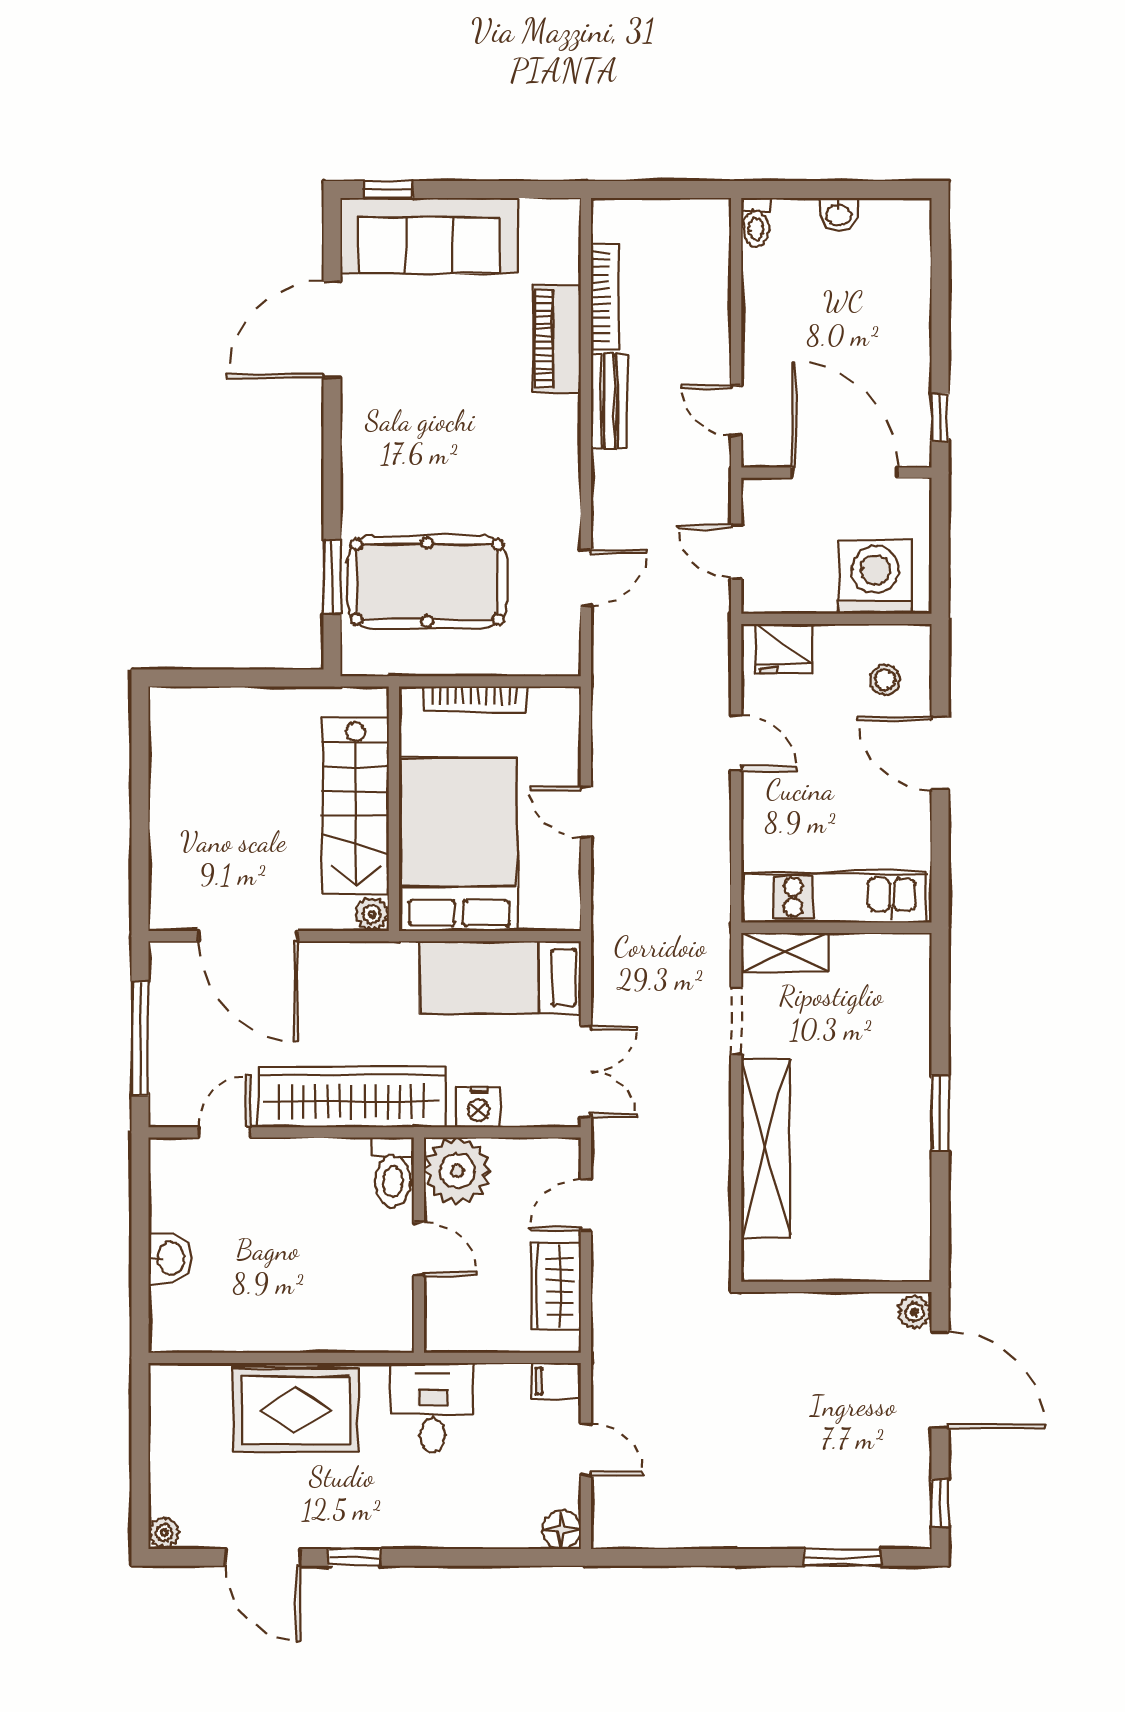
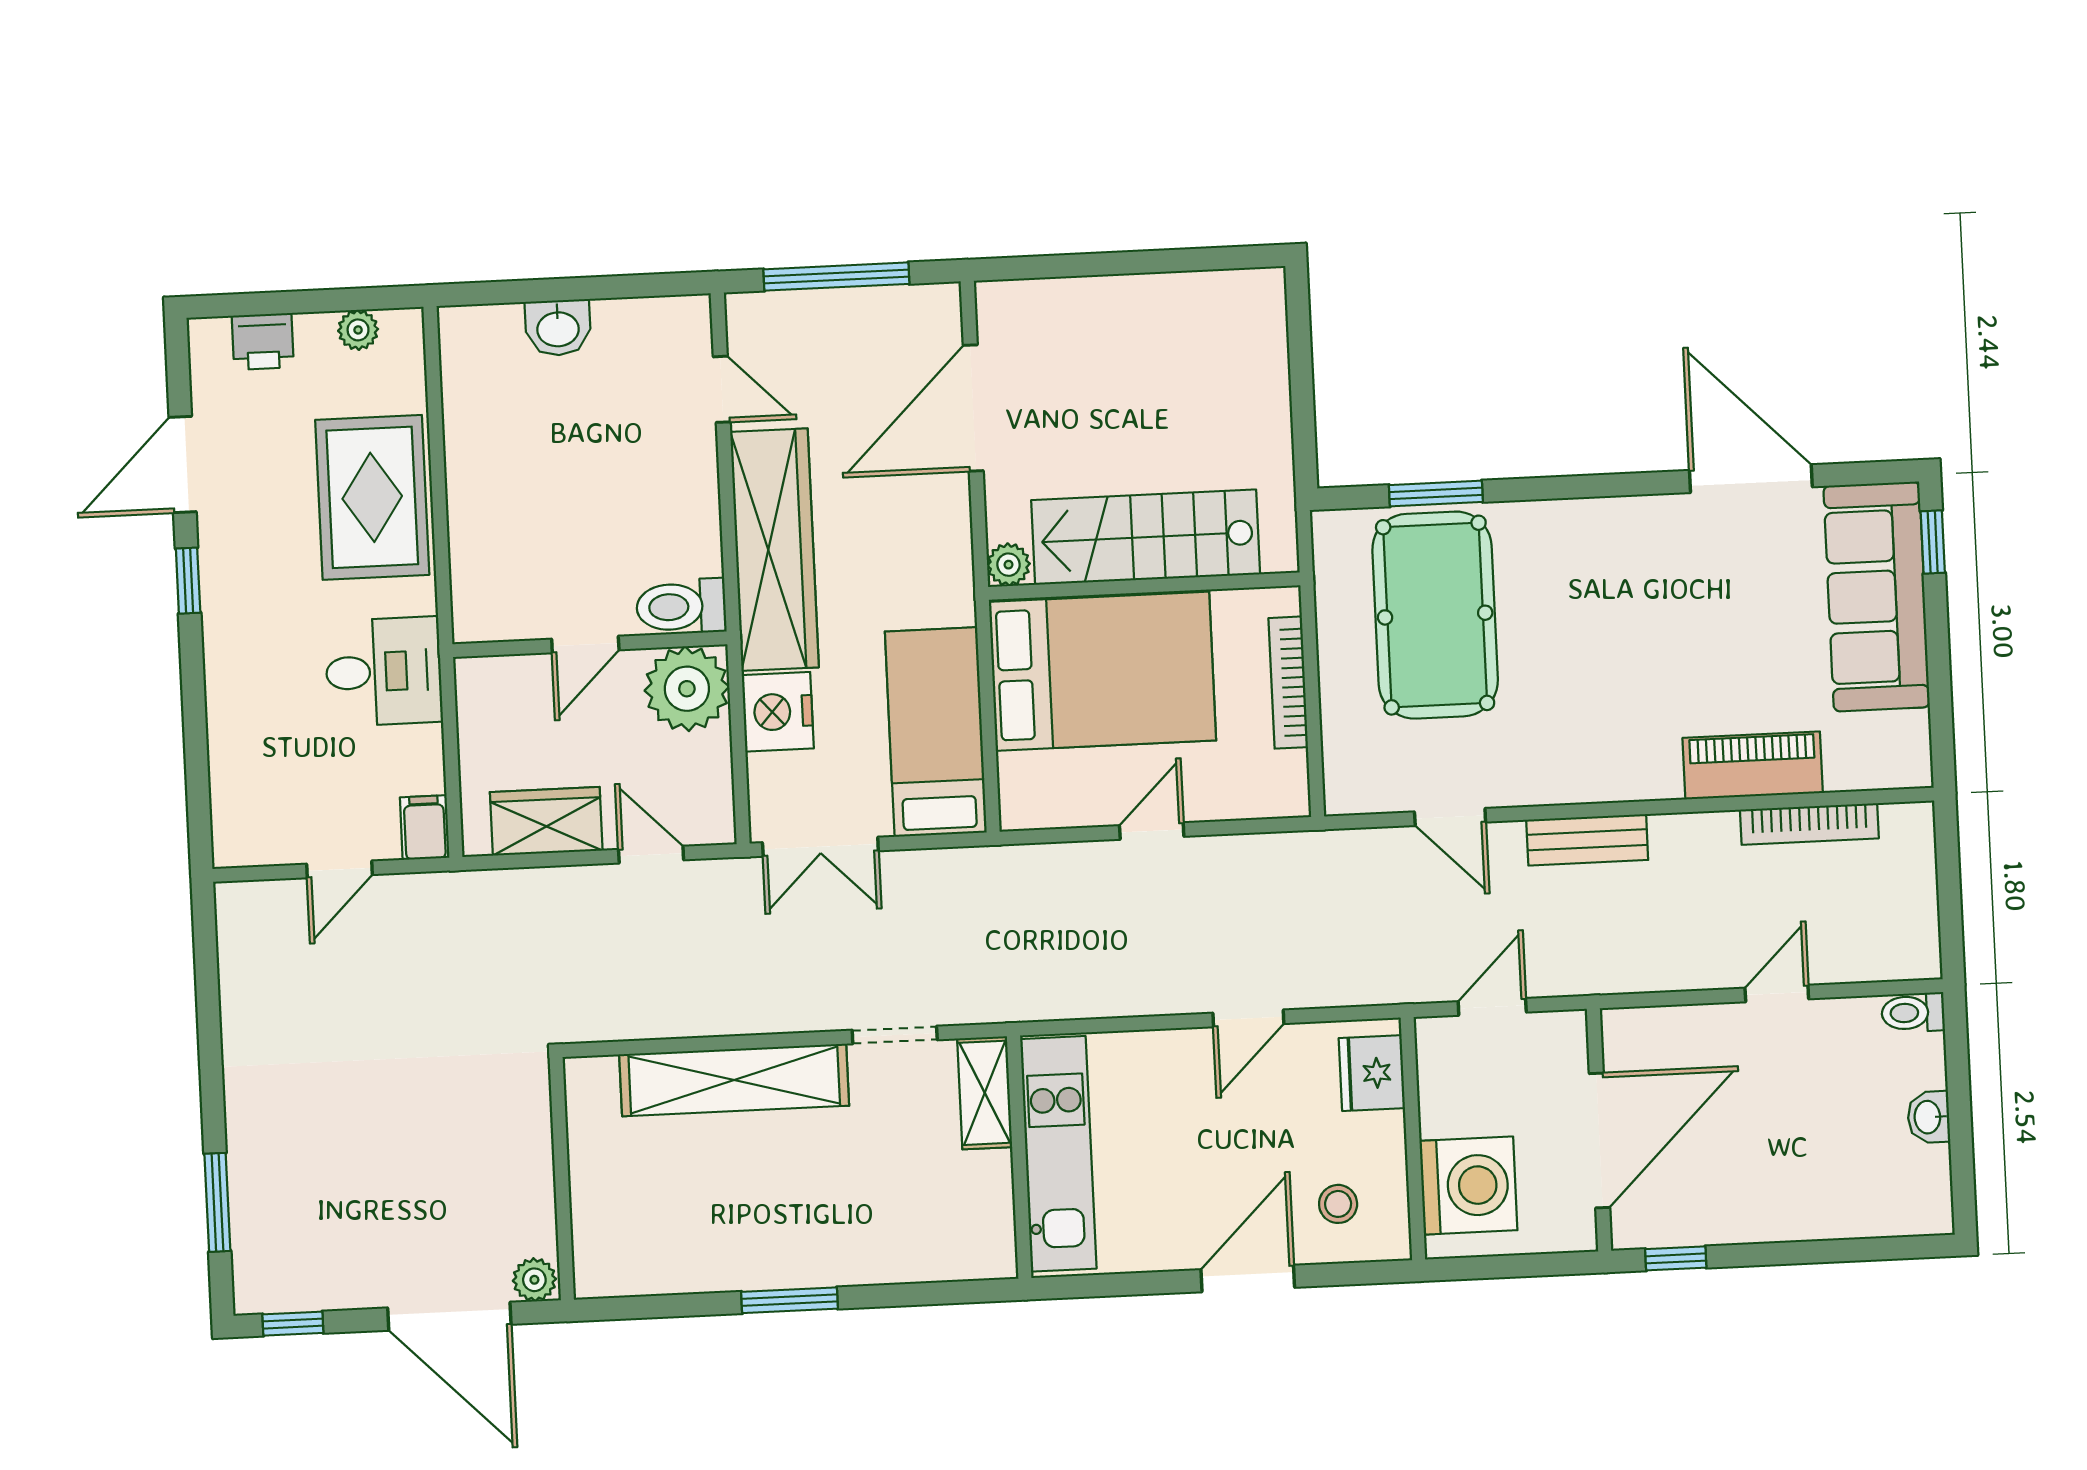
bench: (609, 401) -> (1587, 840), moved
door: (736, 411) -> (1777, 993), moved
nightstand: (479, 1107) -> (778, 712), width x1.36, depth x1.33
door: (940, 1380) -> (449, 1316), hinge flipped
printer: (170, 1490) -> (263, 341), added
floor lamp: (562, 1530) -> (236, 843), removed
plant: (164, 1533) -> (358, 330), moved

